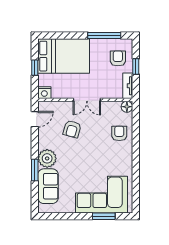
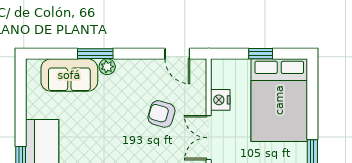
nightstand: (44, 93) -> (220, 100), moved
plant: (47, 158) -> (107, 67), width x0.53, depth x0.53

